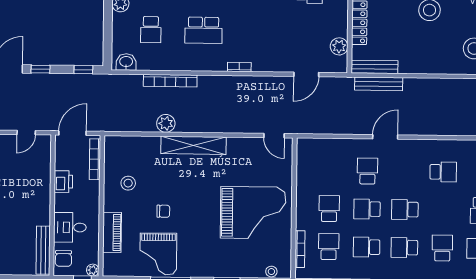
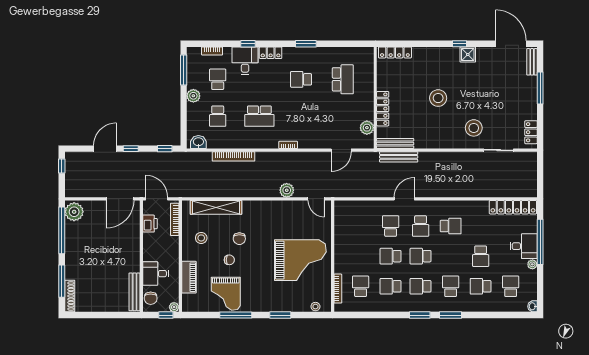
plant: (166, 123) -> (287, 190), moved
door: (26, 133) -> (120, 199), width x1.87
door: (73, 133) -> (157, 199), hinge flipped
shelving: (194, 145) -> (216, 207), moved
printer: (63, 182) -> (150, 224), moved
chair: (176, 185) -> (239, 239), added
school desk: (329, 209) -> (421, 226), moved, turned 180

